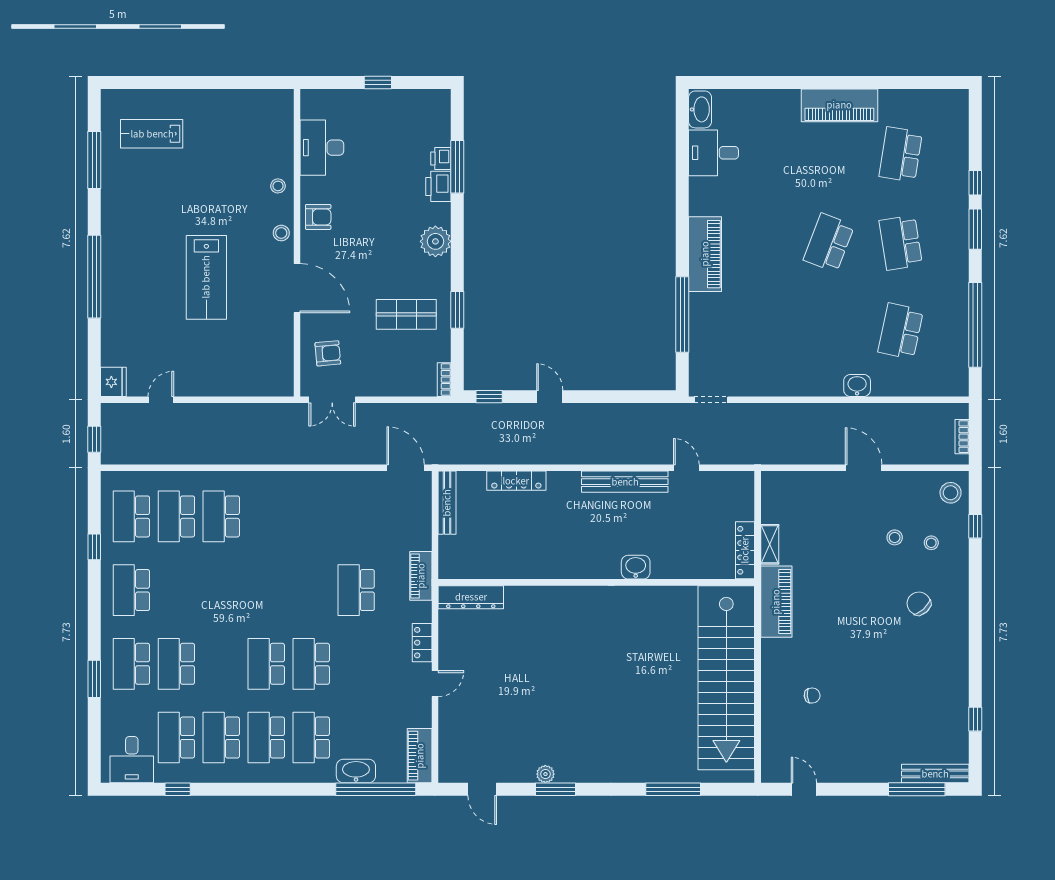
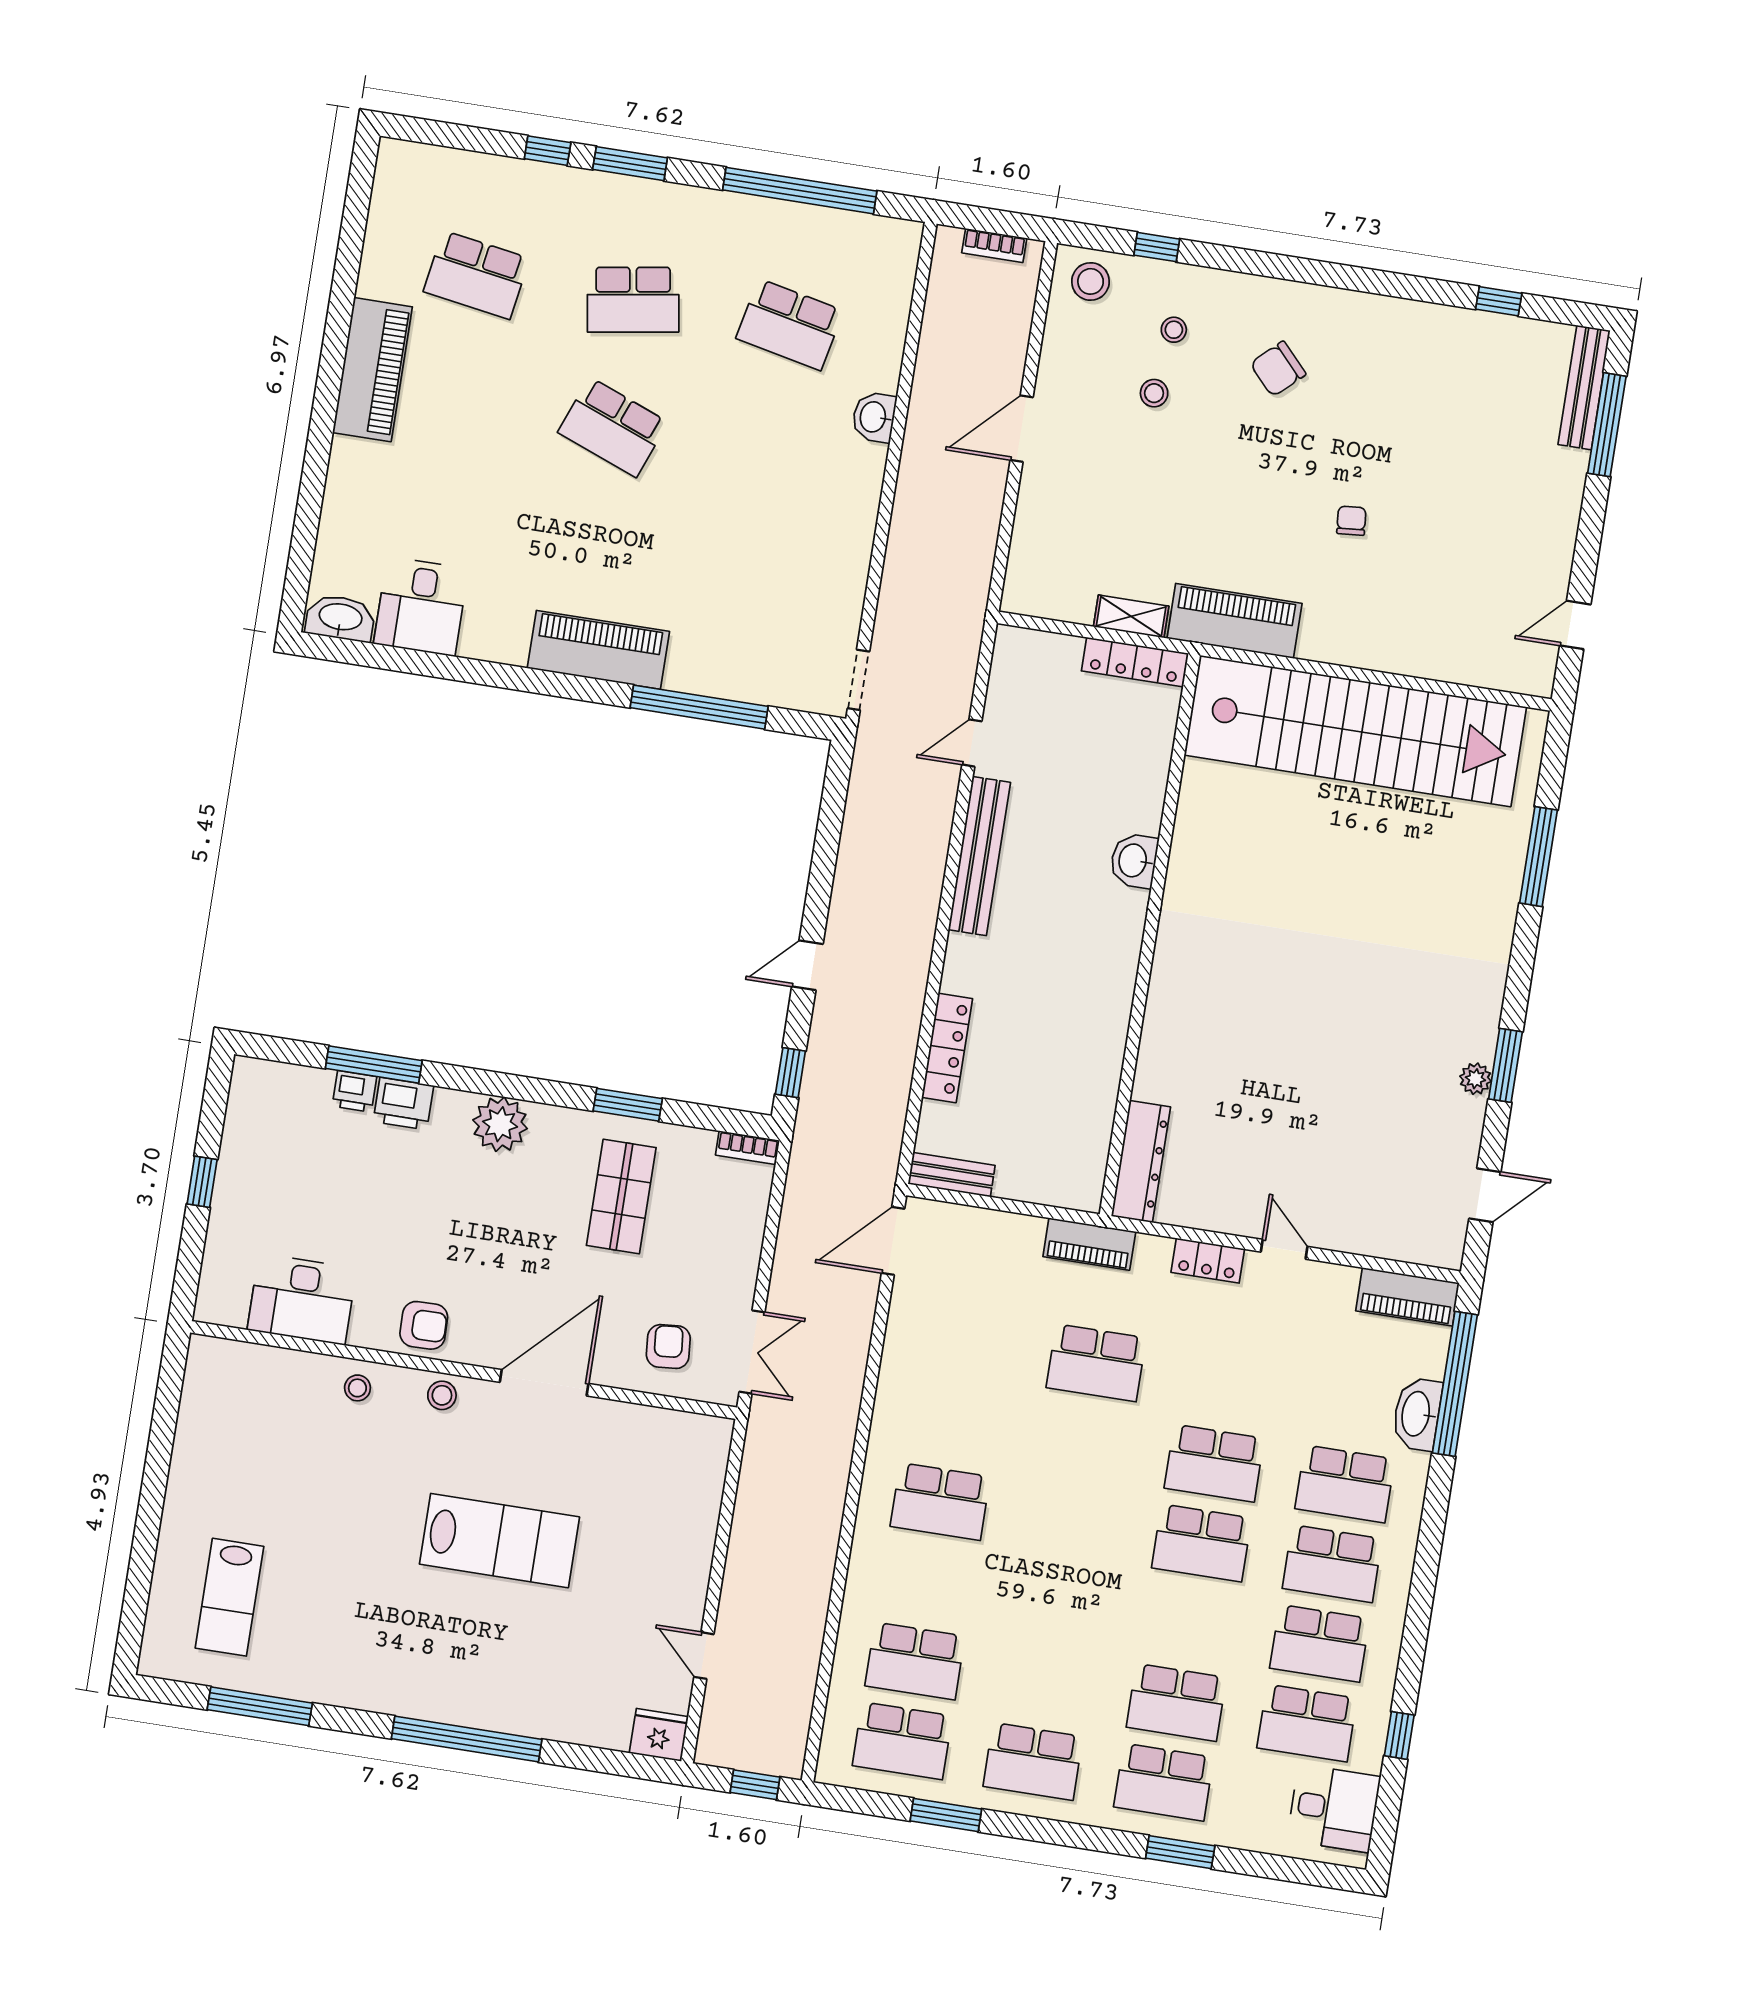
armchair: (318, 217) -> (424, 1325), turned 89
bench: (447, 503) -> (952, 1175), width x0.73
school desk: (221, 516) -> (940, 1502), moved
window: (94, 547) -> (946, 1815), width x1.50
chair: (812, 696) -> (1351, 521), moved

